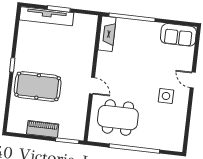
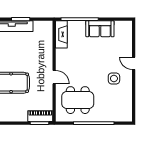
sofa: (178, 35) -> (100, 29), moved
piano: (43, 129) -> (40, 116), moved

